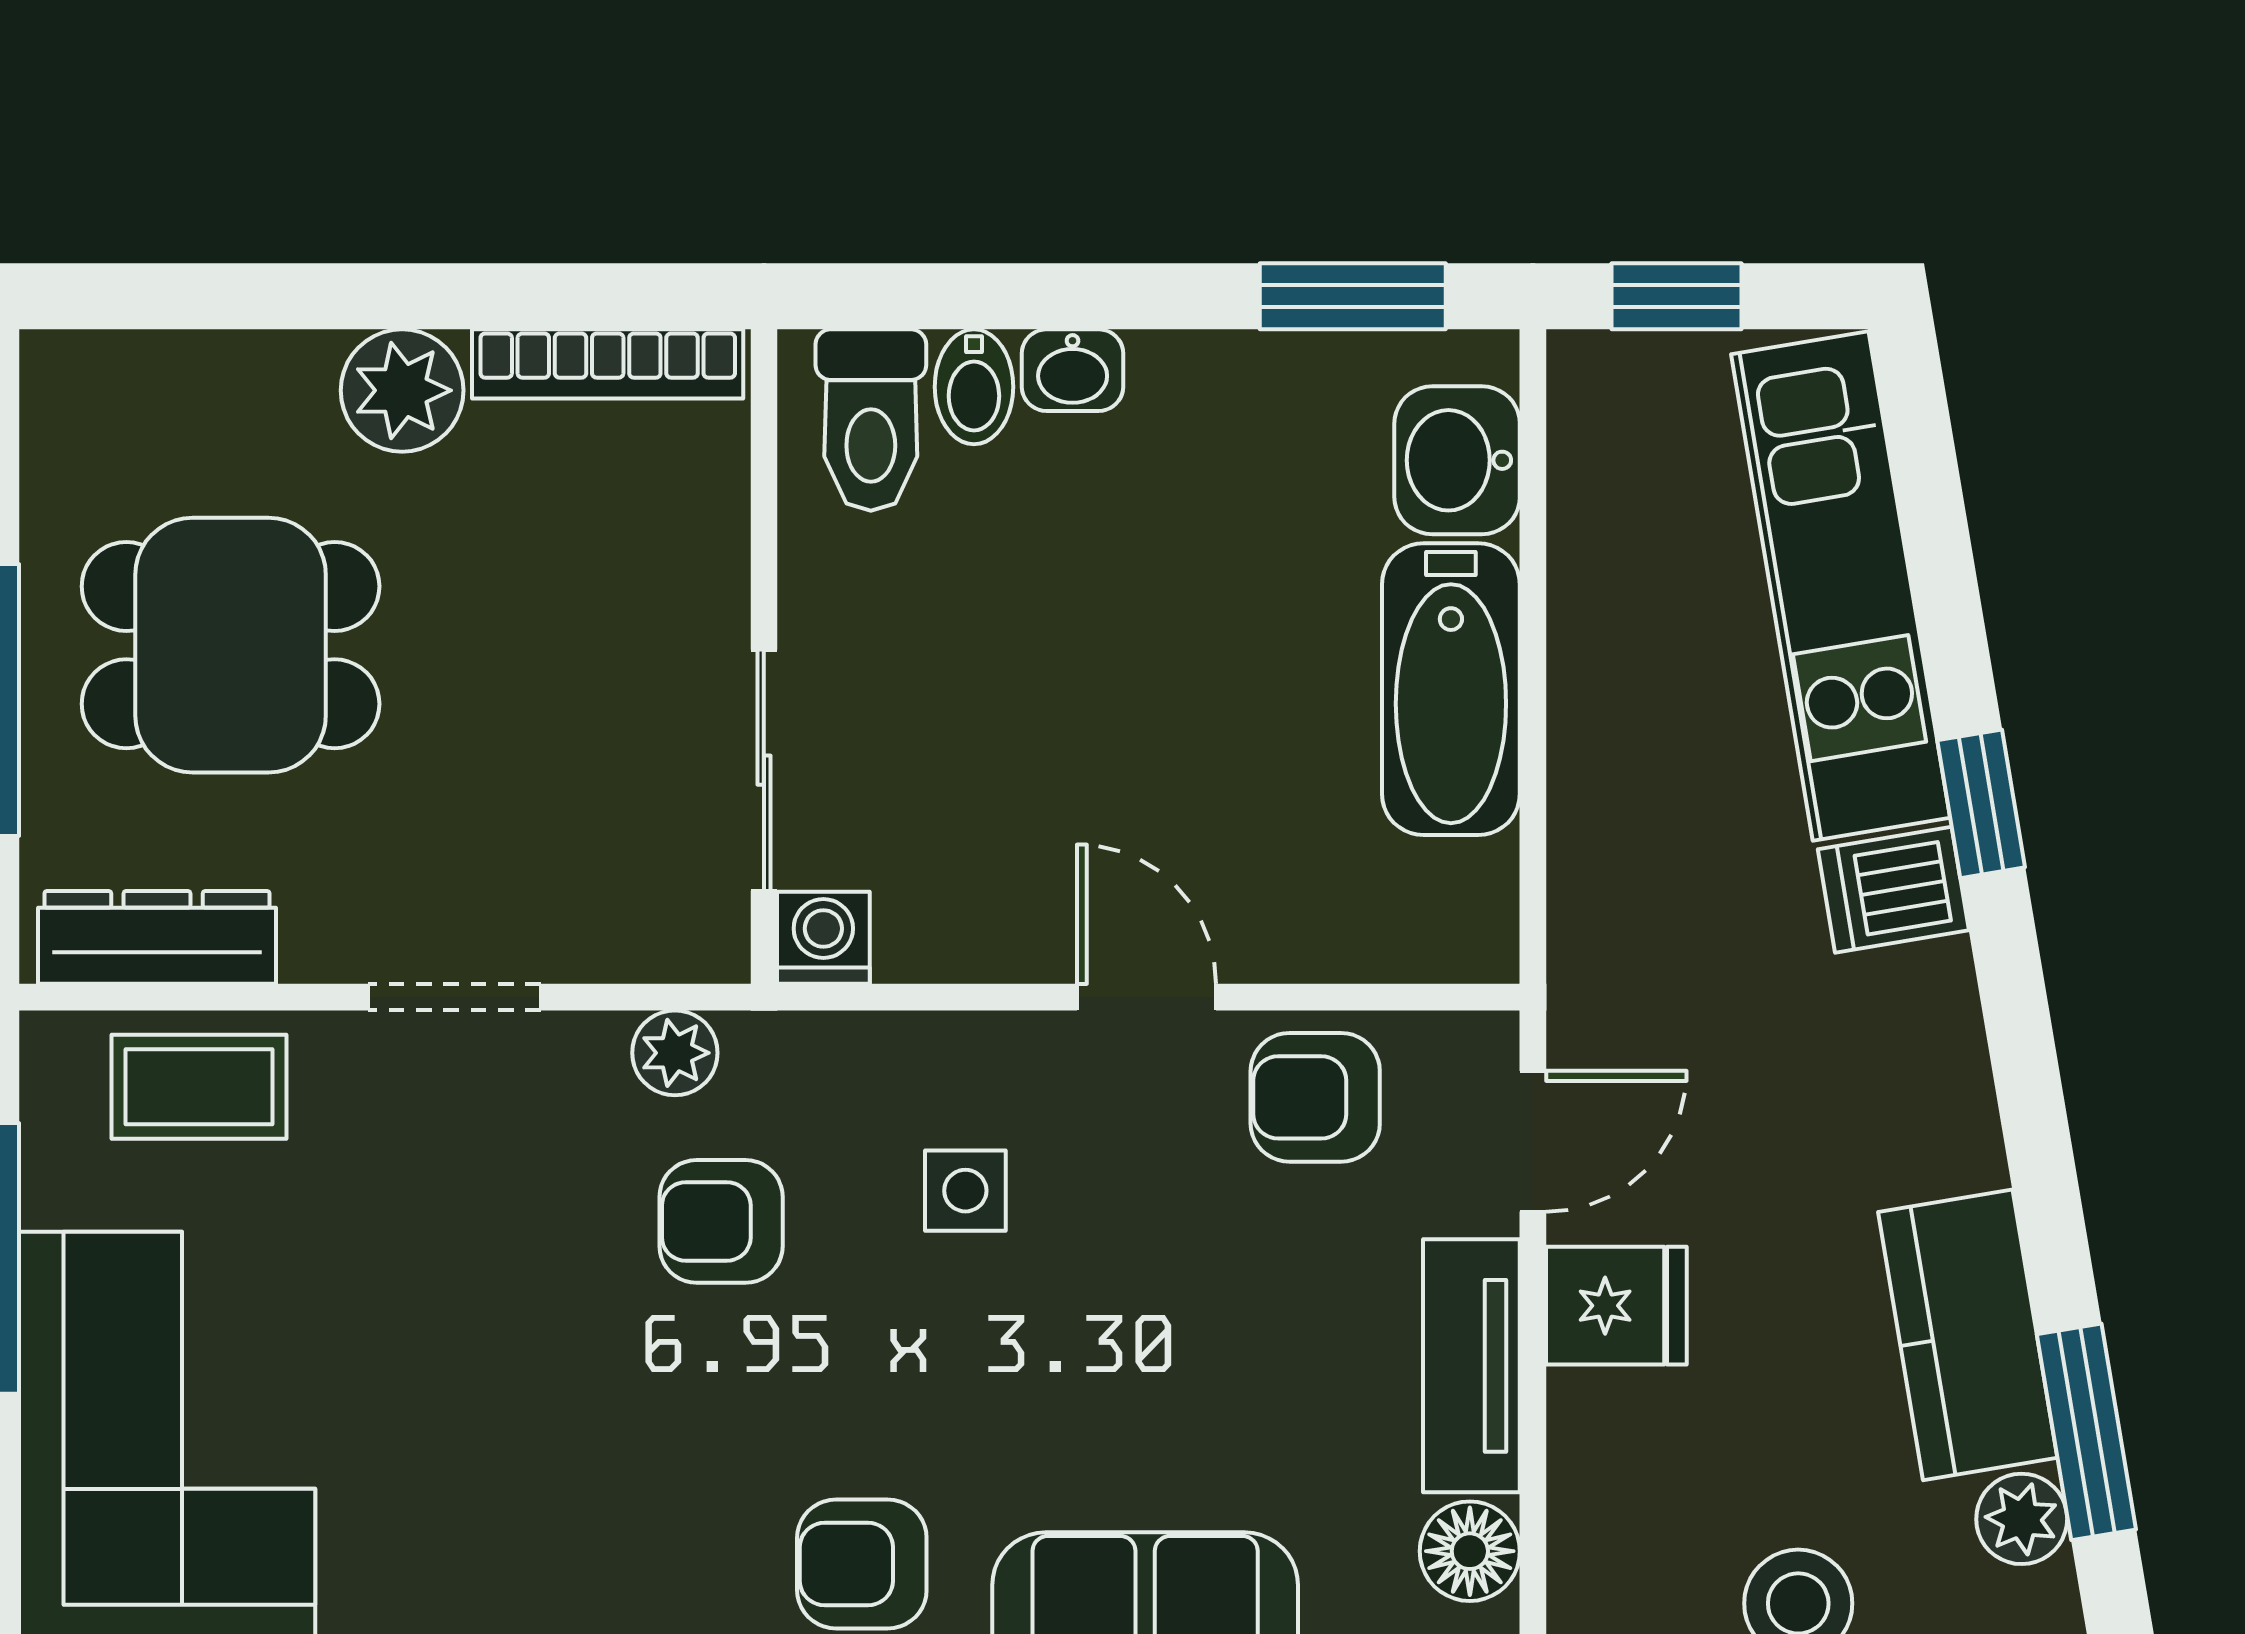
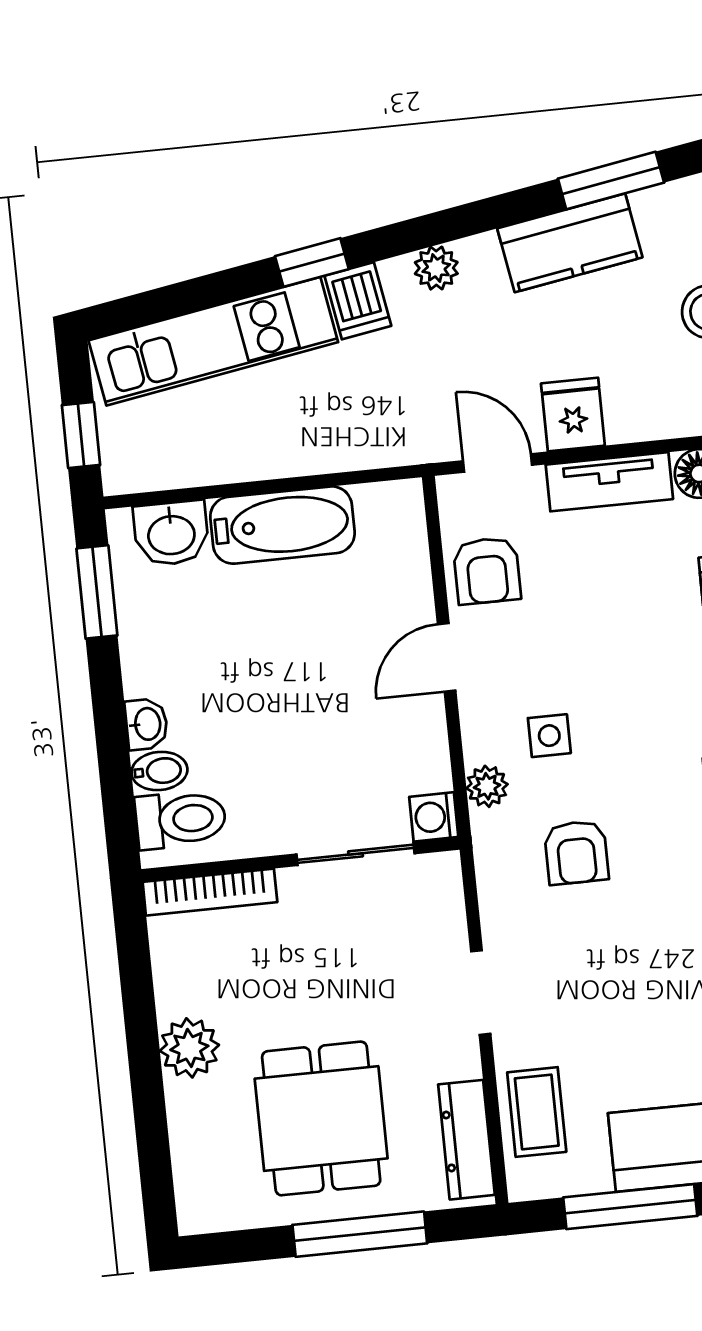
bookcase: (608, 364) -> (210, 892), moved, turned 90
plant: (675, 1053) -> (487, 786), moved
plant: (2022, 1519) -> (436, 268), moved

